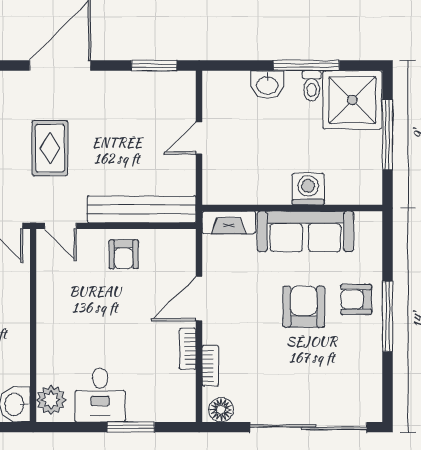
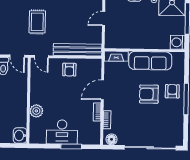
washing machine: (308, 189) -> (178, 42), moved, turned -90
armchair: (356, 299) -> (172, 91), turned 90
armchair: (304, 307) -> (149, 94), turned -90
desk: (100, 395) -> (62, 132), width x1.37
plant: (51, 400) -> (36, 111), moved

